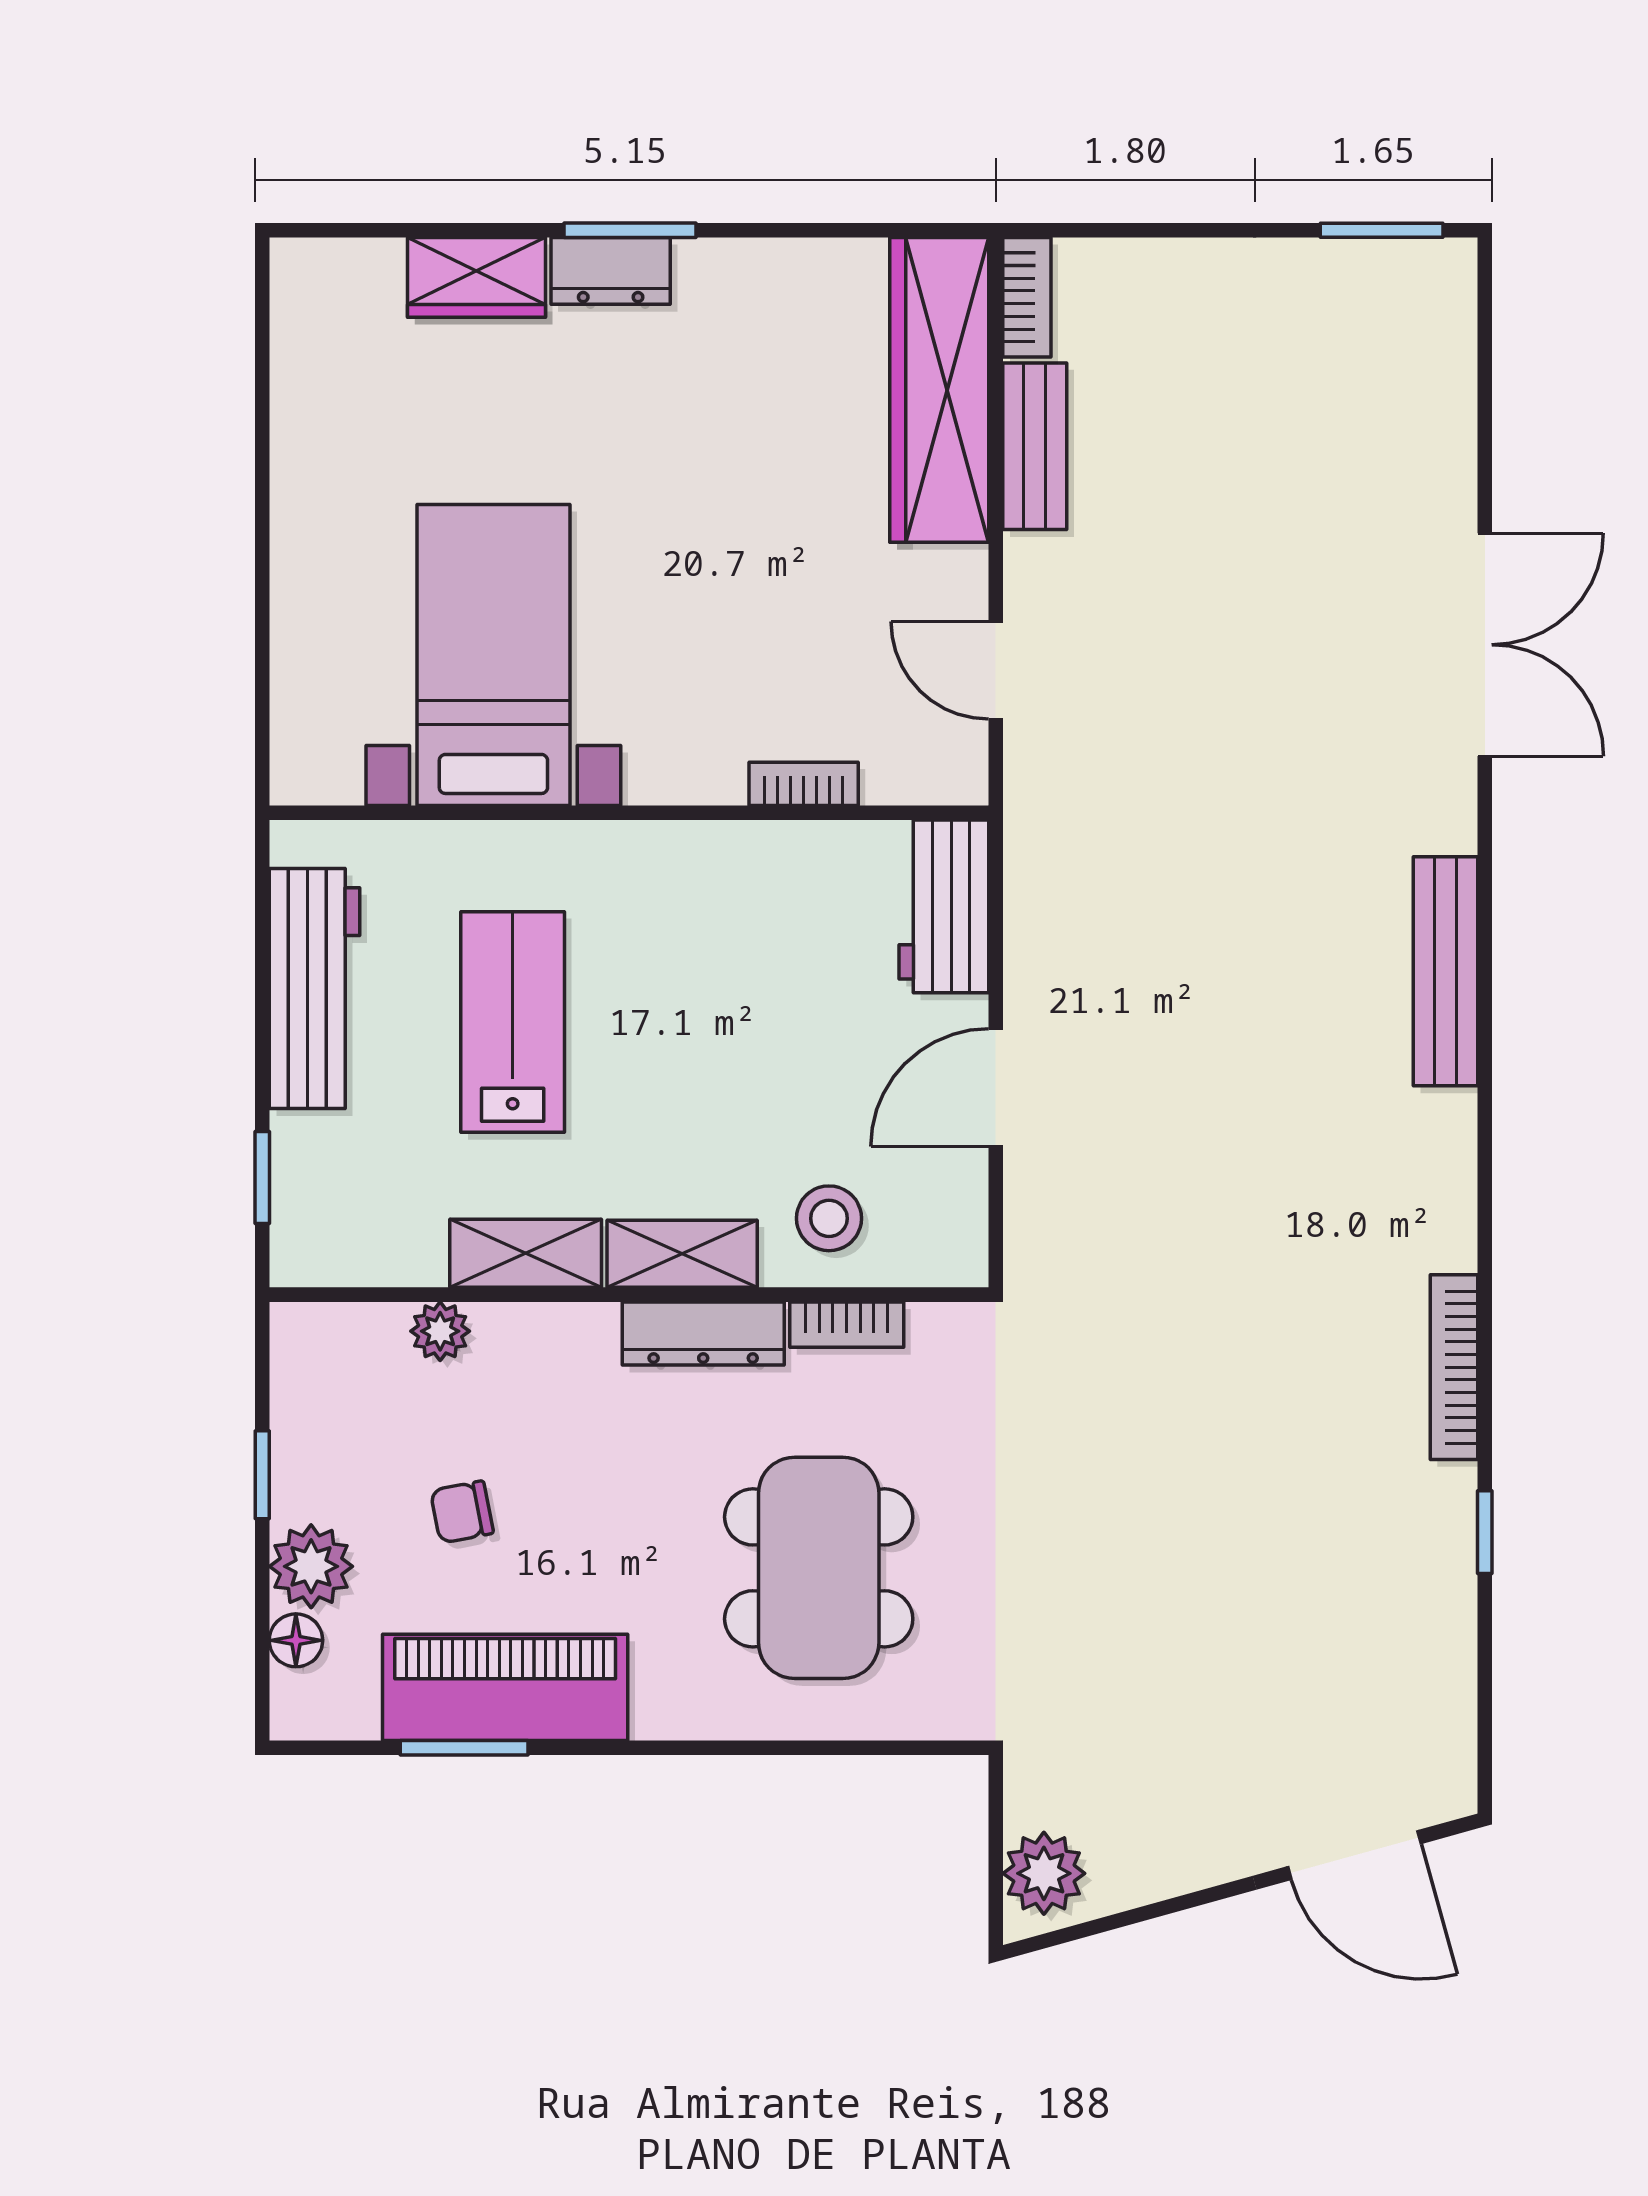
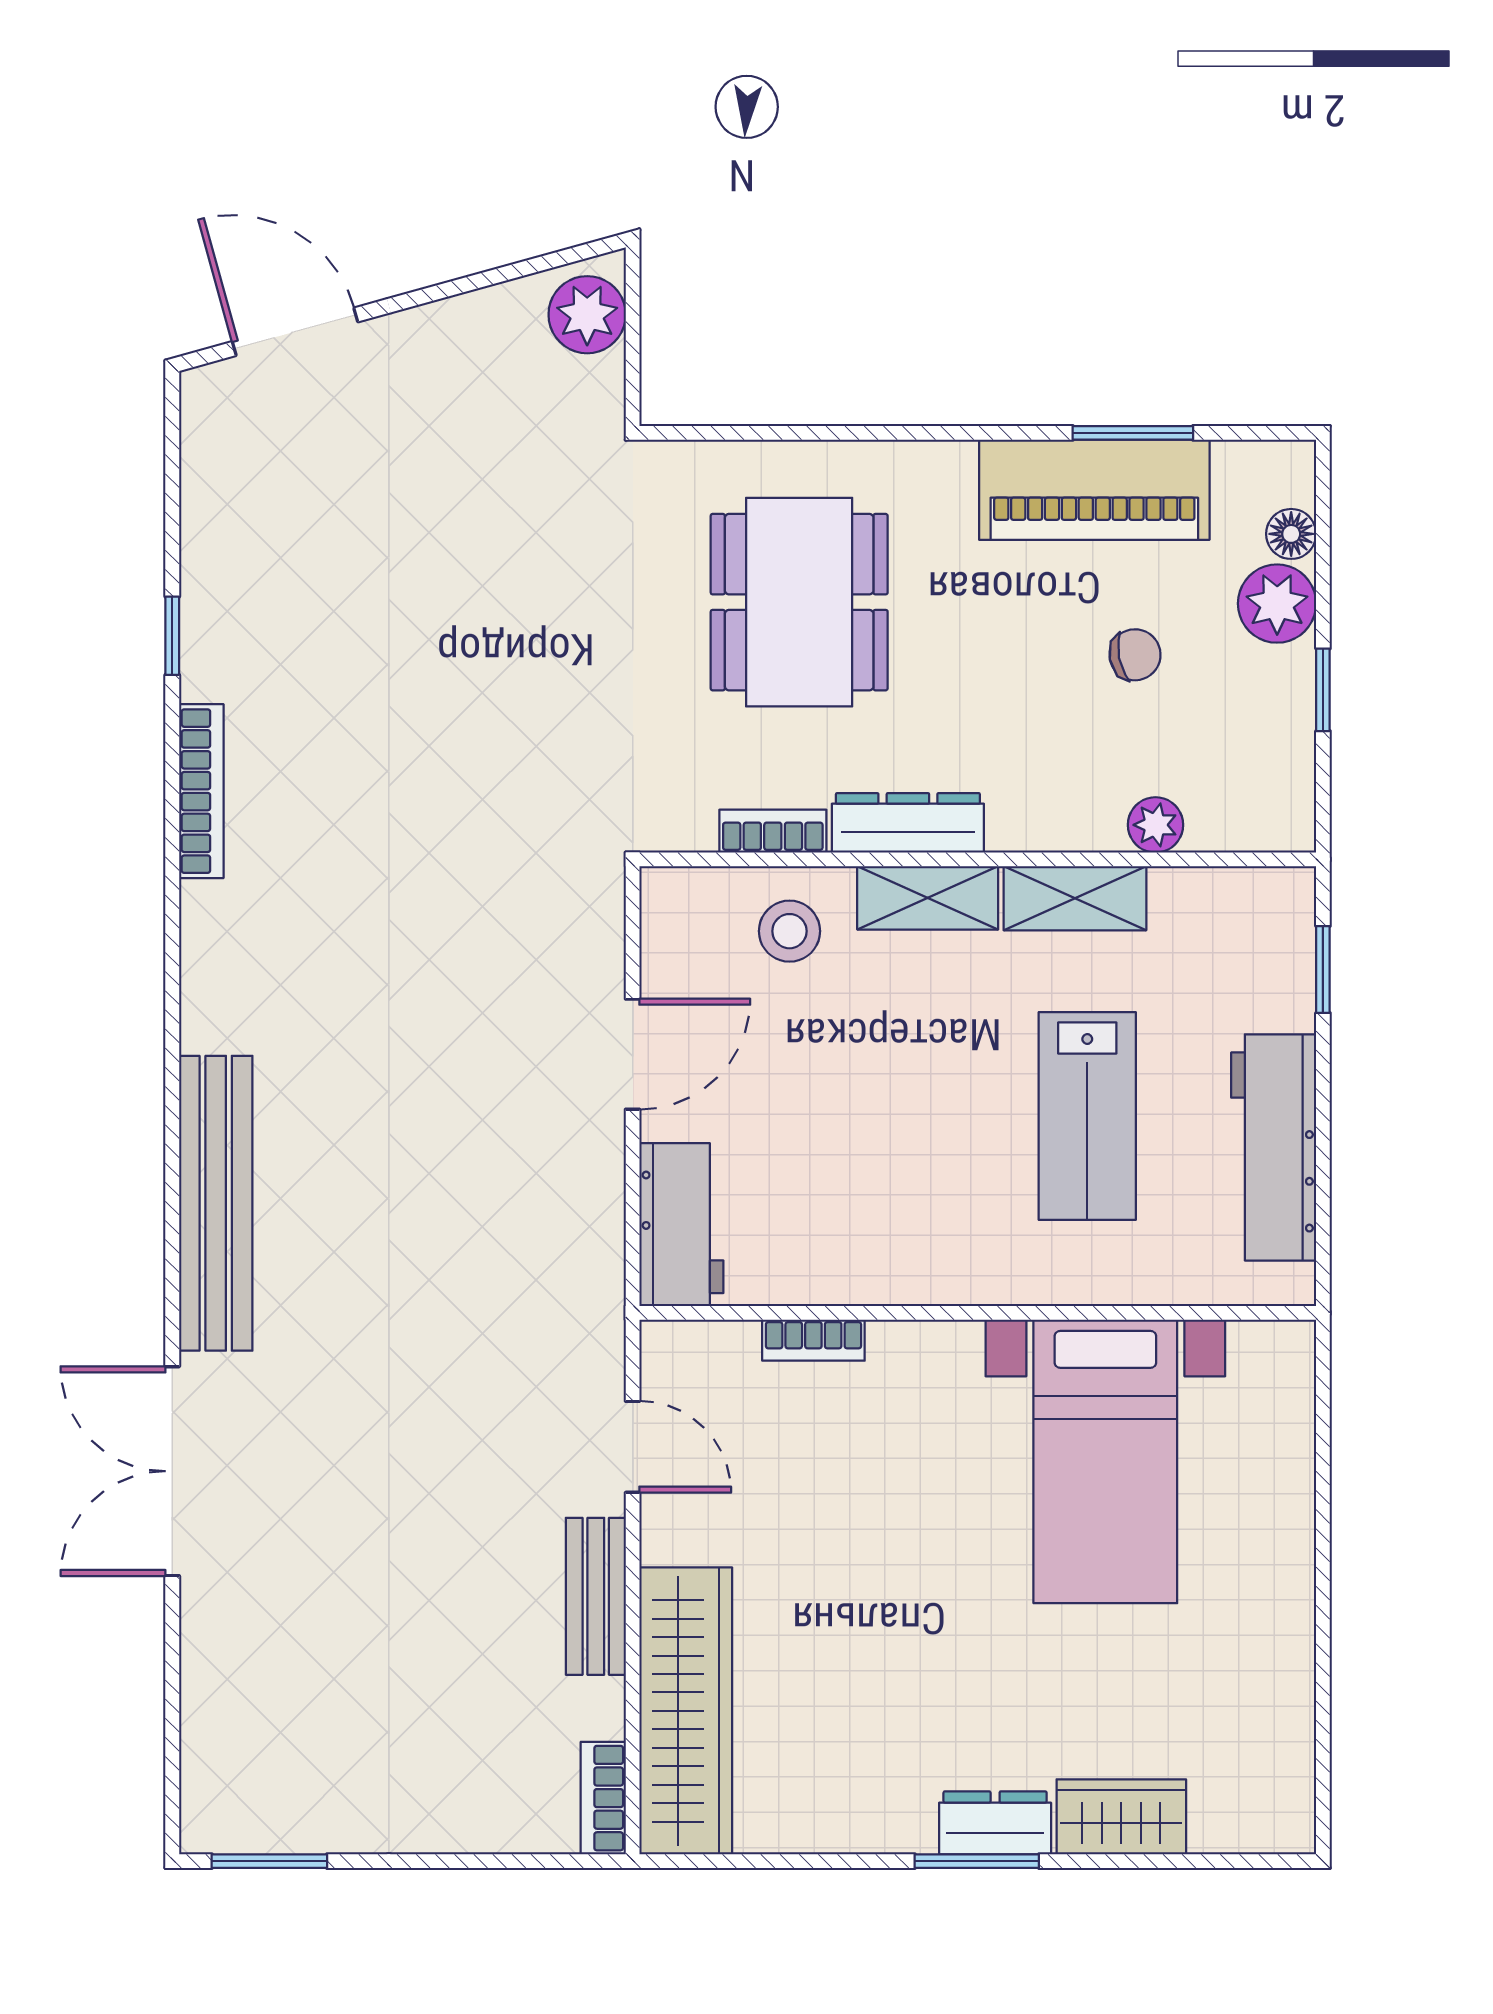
bench: (1035, 446) -> (596, 1596), moved
bench: (1445, 971) -> (216, 1203), width x1.37, depth x1.21

